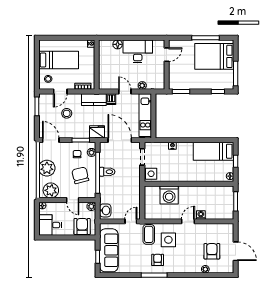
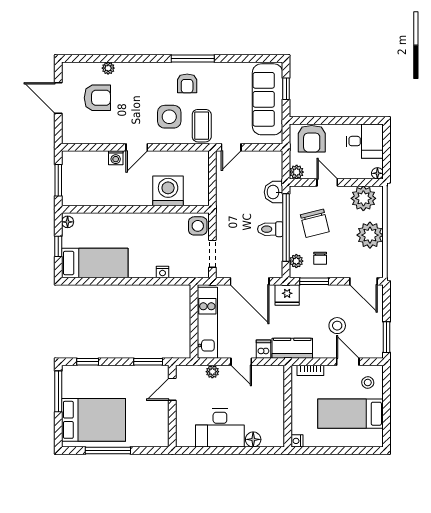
door: (167, 55) -> (172, 389), moved
door: (60, 91) -> (348, 362), hinge flipped
washbasin: (105, 210) -> (274, 192), moved
armchair: (212, 251) -> (97, 98), turned -90

